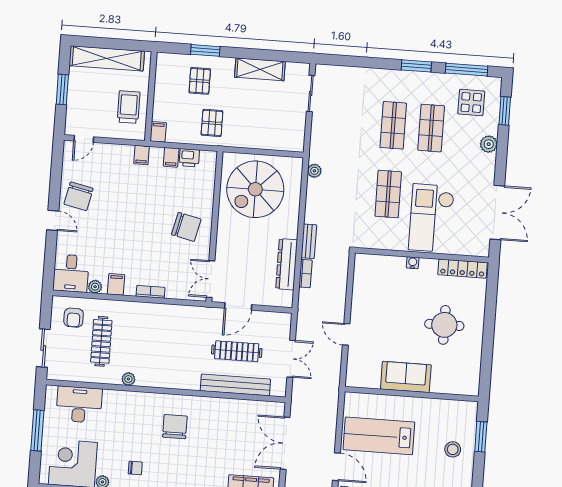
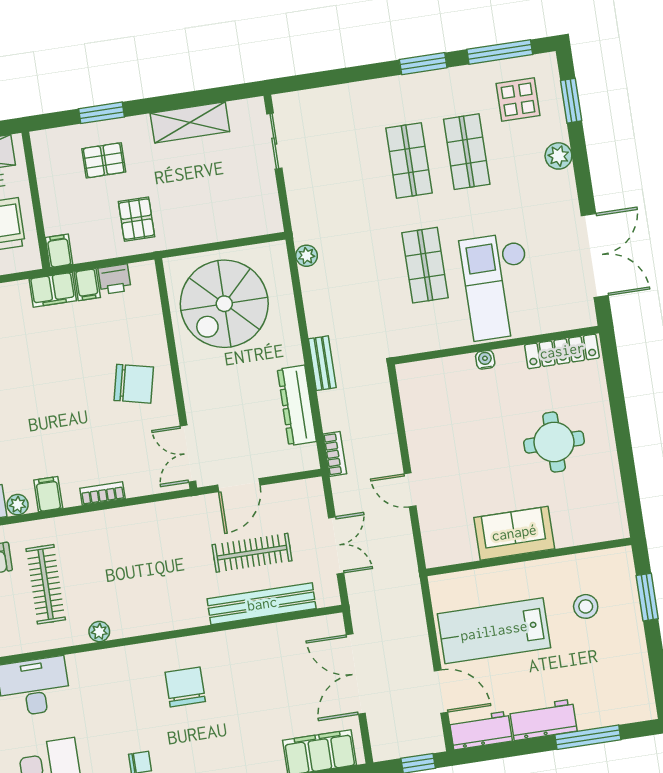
pallet: (200, 81) -> (104, 160), turned 90
filing cabinet: (141, 155) -> (53, 290), width x2.00
bookcase: (306, 274) -> (335, 454), moved
stool: (453, 449) -> (586, 606), moved

